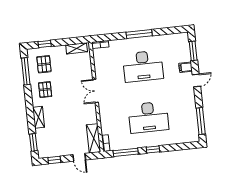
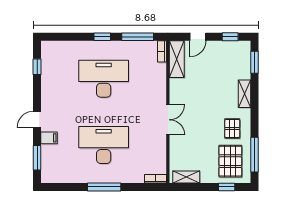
pallet: (44, 64) -> (230, 161), width x1.50, depth x1.42
window: (201, 121) -> (37, 67), width x0.46
door: (79, 157) -> (198, 37), swing flipped

